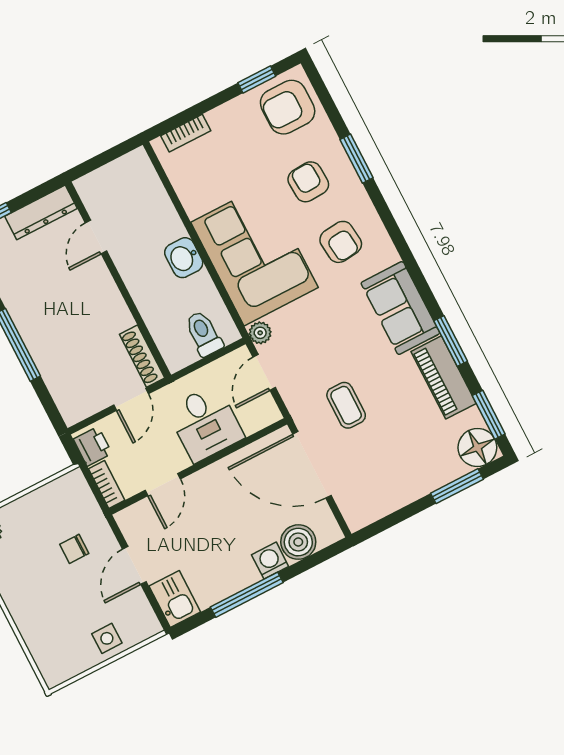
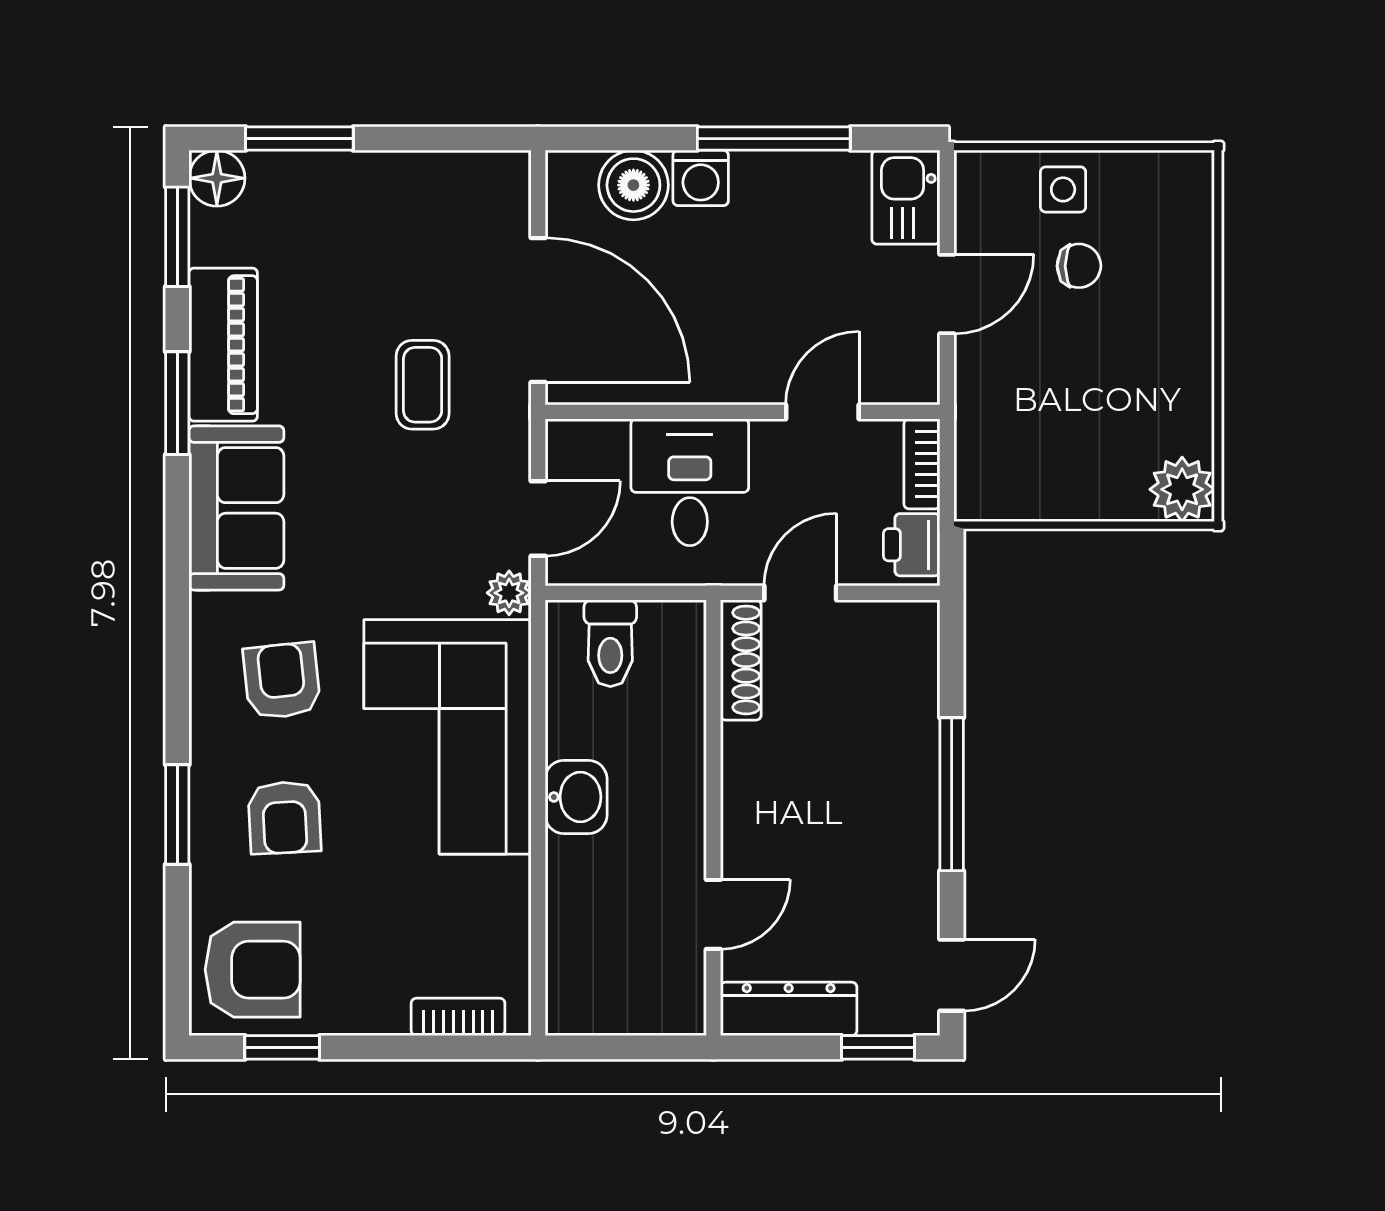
floor lamp: (477, 447) -> (217, 178), width x0.73, depth x0.73
chair: (74, 549) -> (1079, 266), moved

